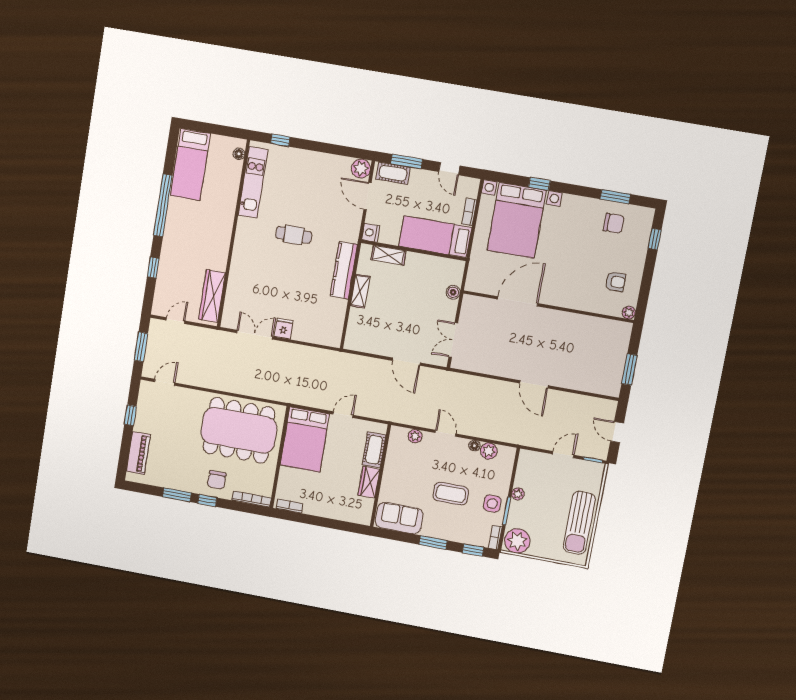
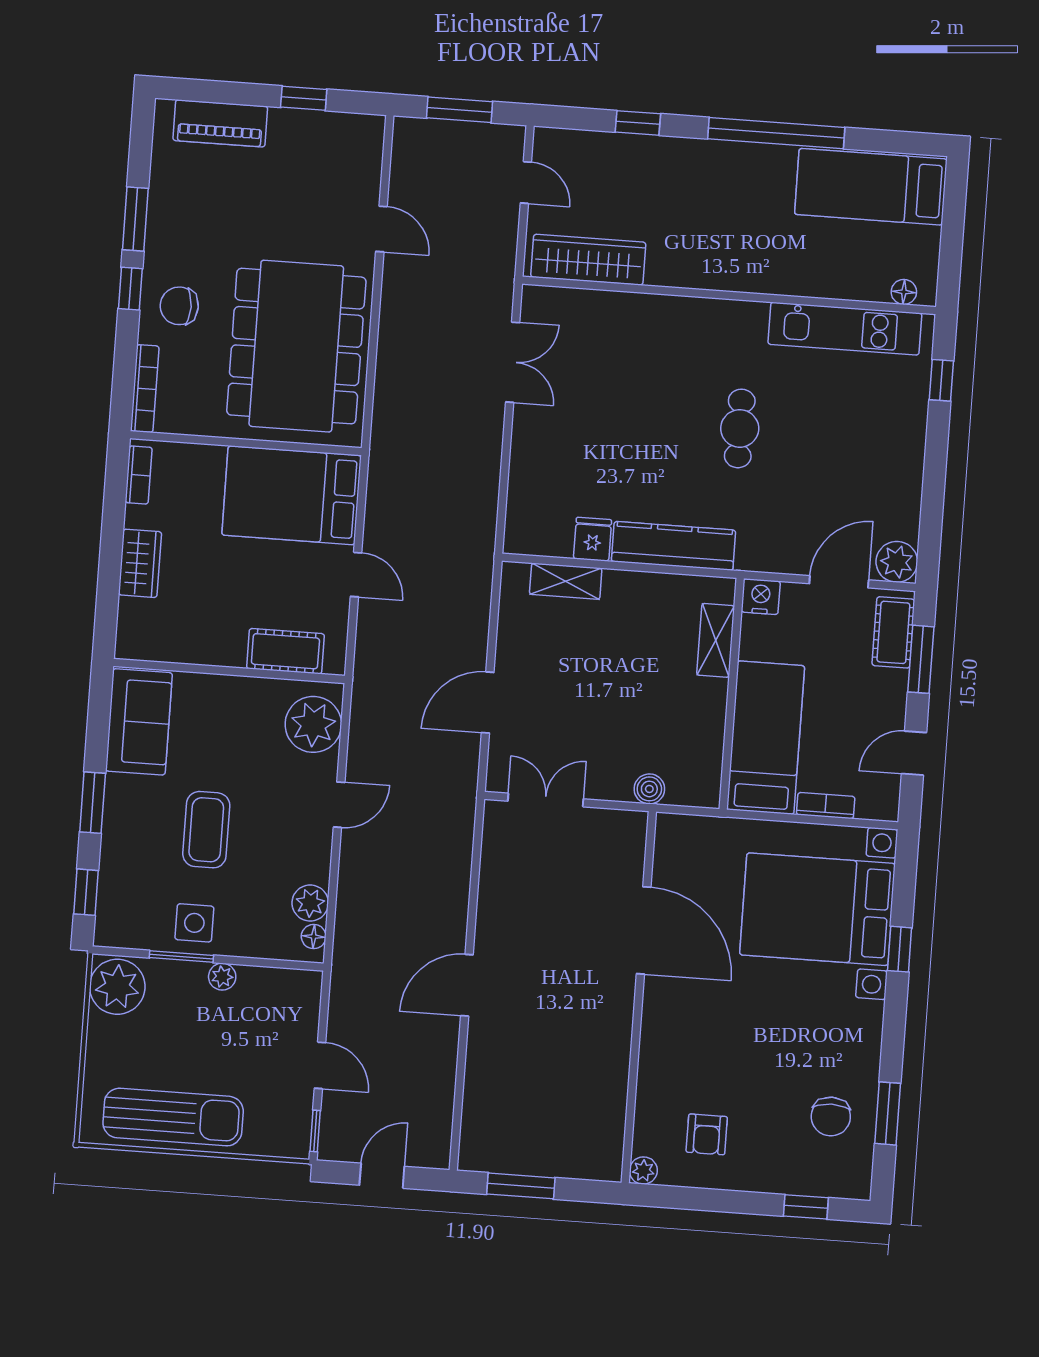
shelving: (360, 291) -> (566, 581), moved
fridge: (284, 329) -> (593, 539), moved, turned -90
door: (165, 382) -> (381, 229), moved
plant: (415, 436) -> (313, 724), width x1.87, depth x1.87
floor lamp: (474, 446) -> (314, 937), moved
wardrobe: (369, 482) -> (140, 563), moved, turned 90
sun lounger: (579, 523) -> (173, 1117), turned 180
bookcase: (495, 537) -> (120, 938), removed

